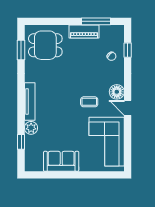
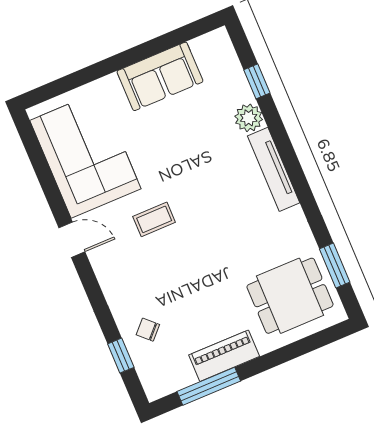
floor lamp: (117, 92) -> (107, 263), removed

